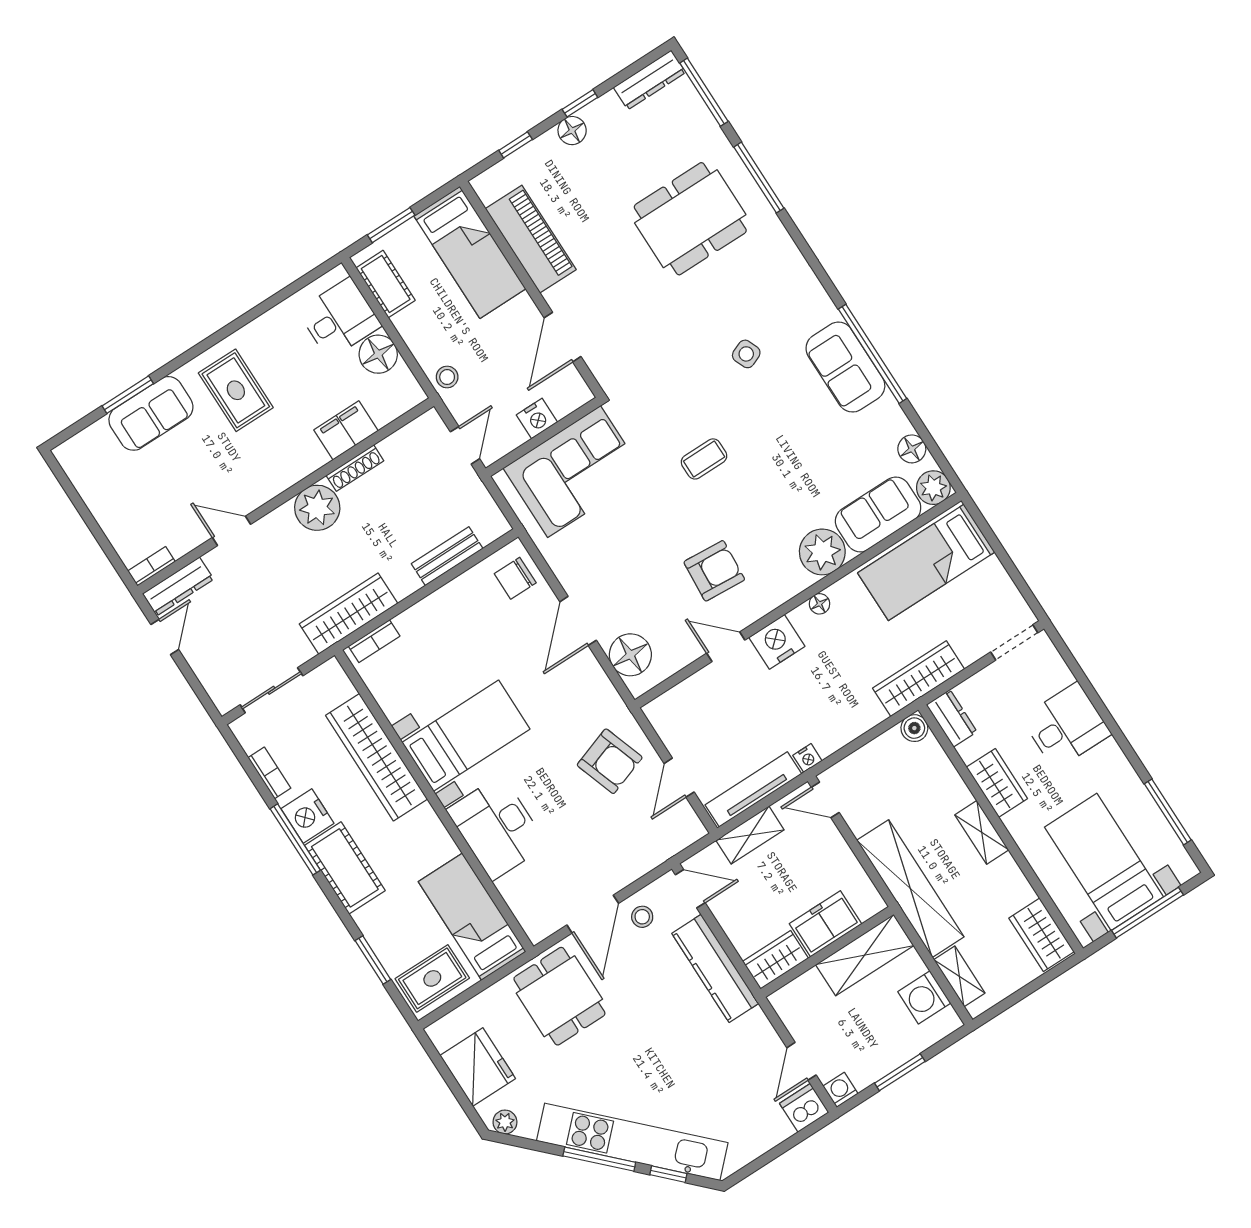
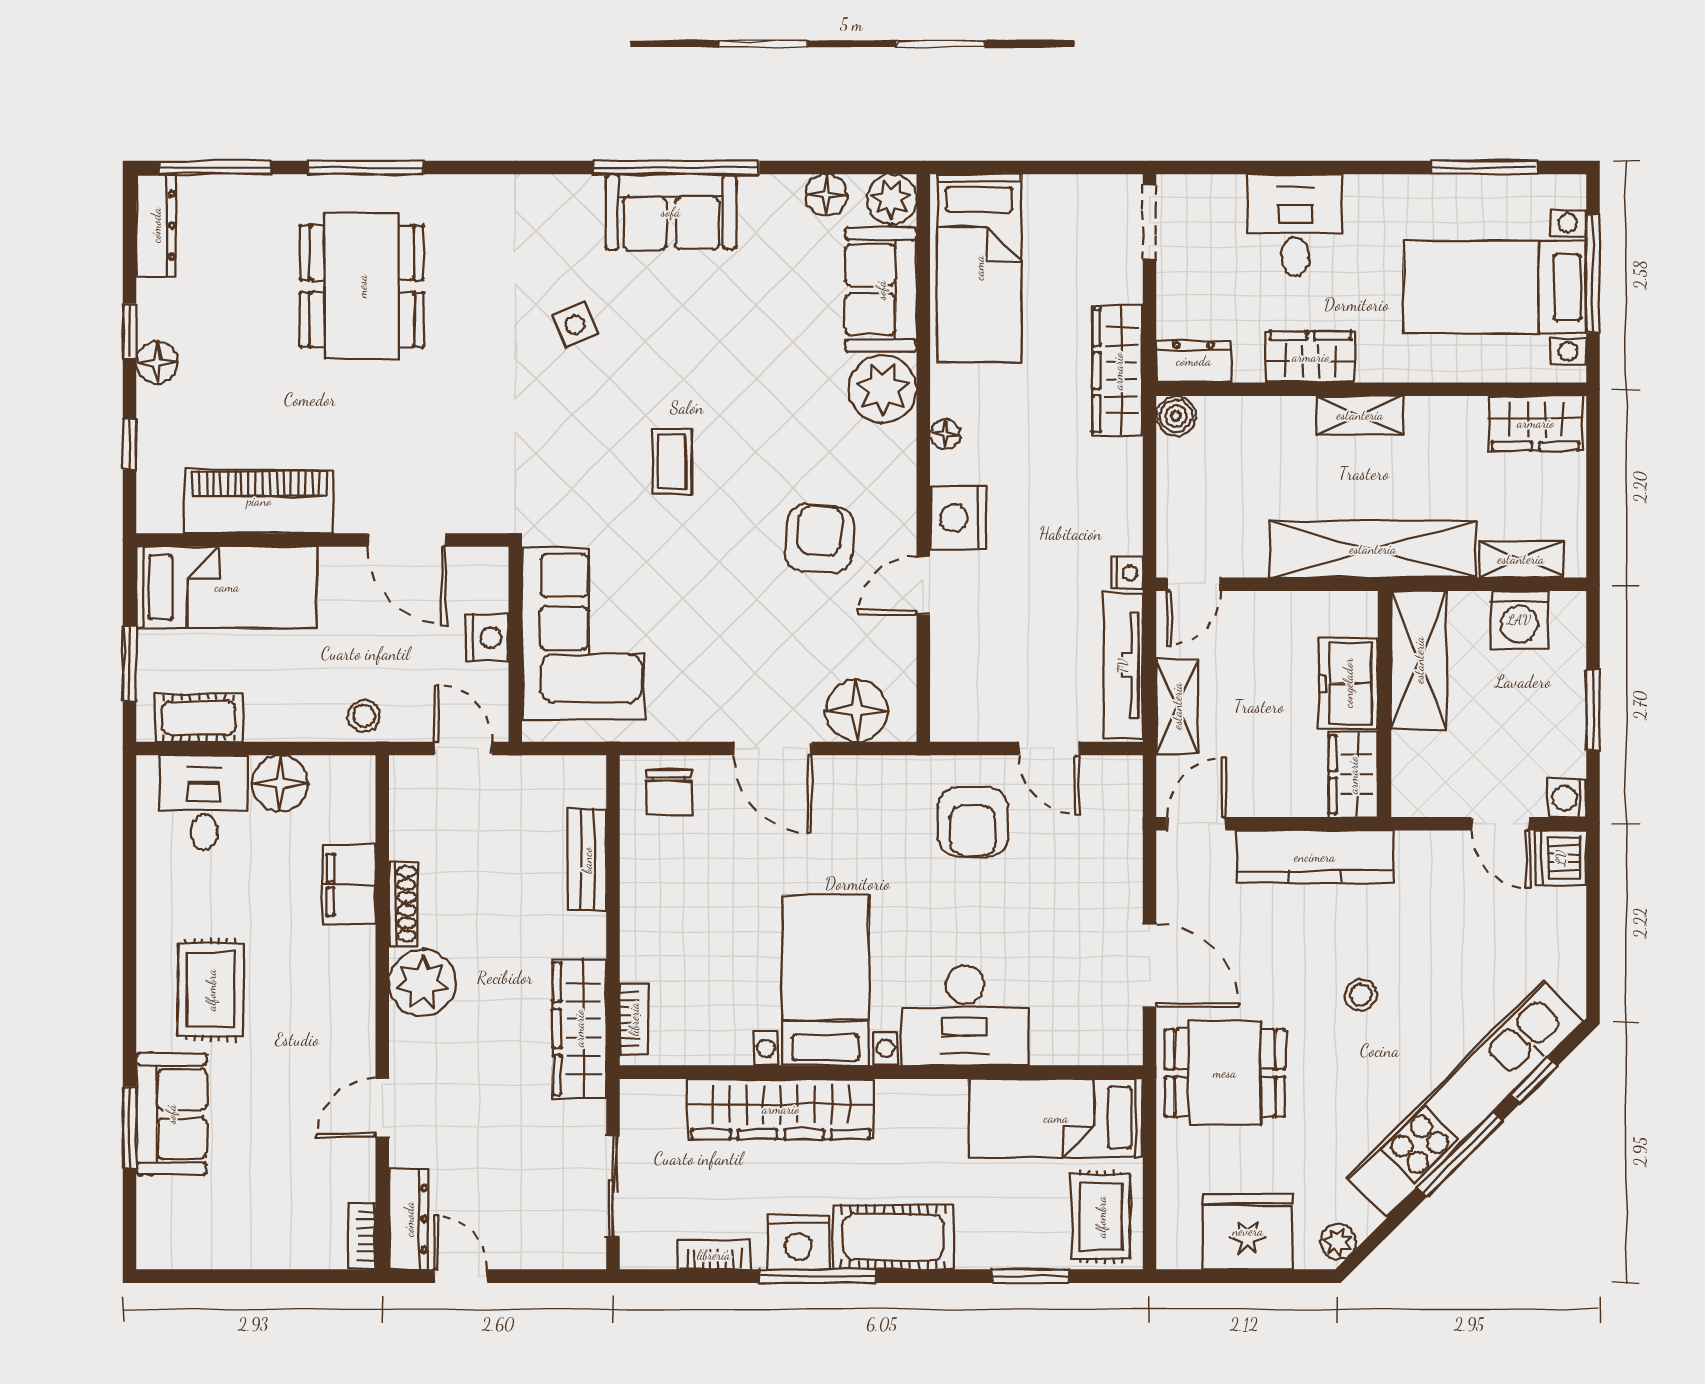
rug: (236, 390) -> (211, 990), turned 90
armchair: (610, 761) -> (973, 822), turned 109
stool: (642, 917) -> (1361, 995), moved

